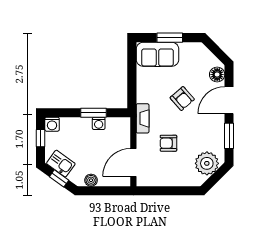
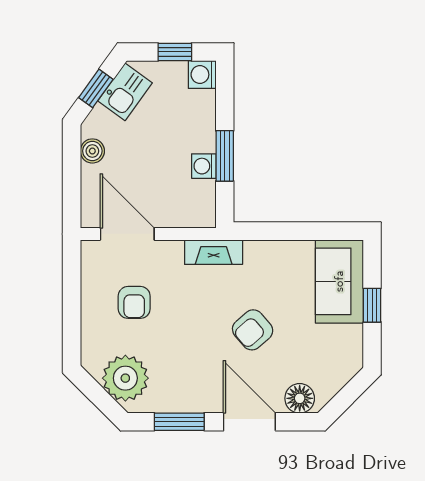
window: (170, 38) -> (372, 305), width x0.67
armchair: (168, 143) -> (134, 302), moved, turned 180

